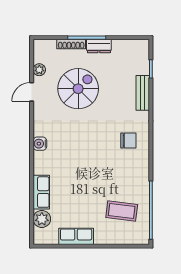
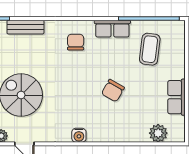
chair: (82, 176) -> (113, 91), added
row of seats: (41, 192) -> (112, 29), moved, turned 180

